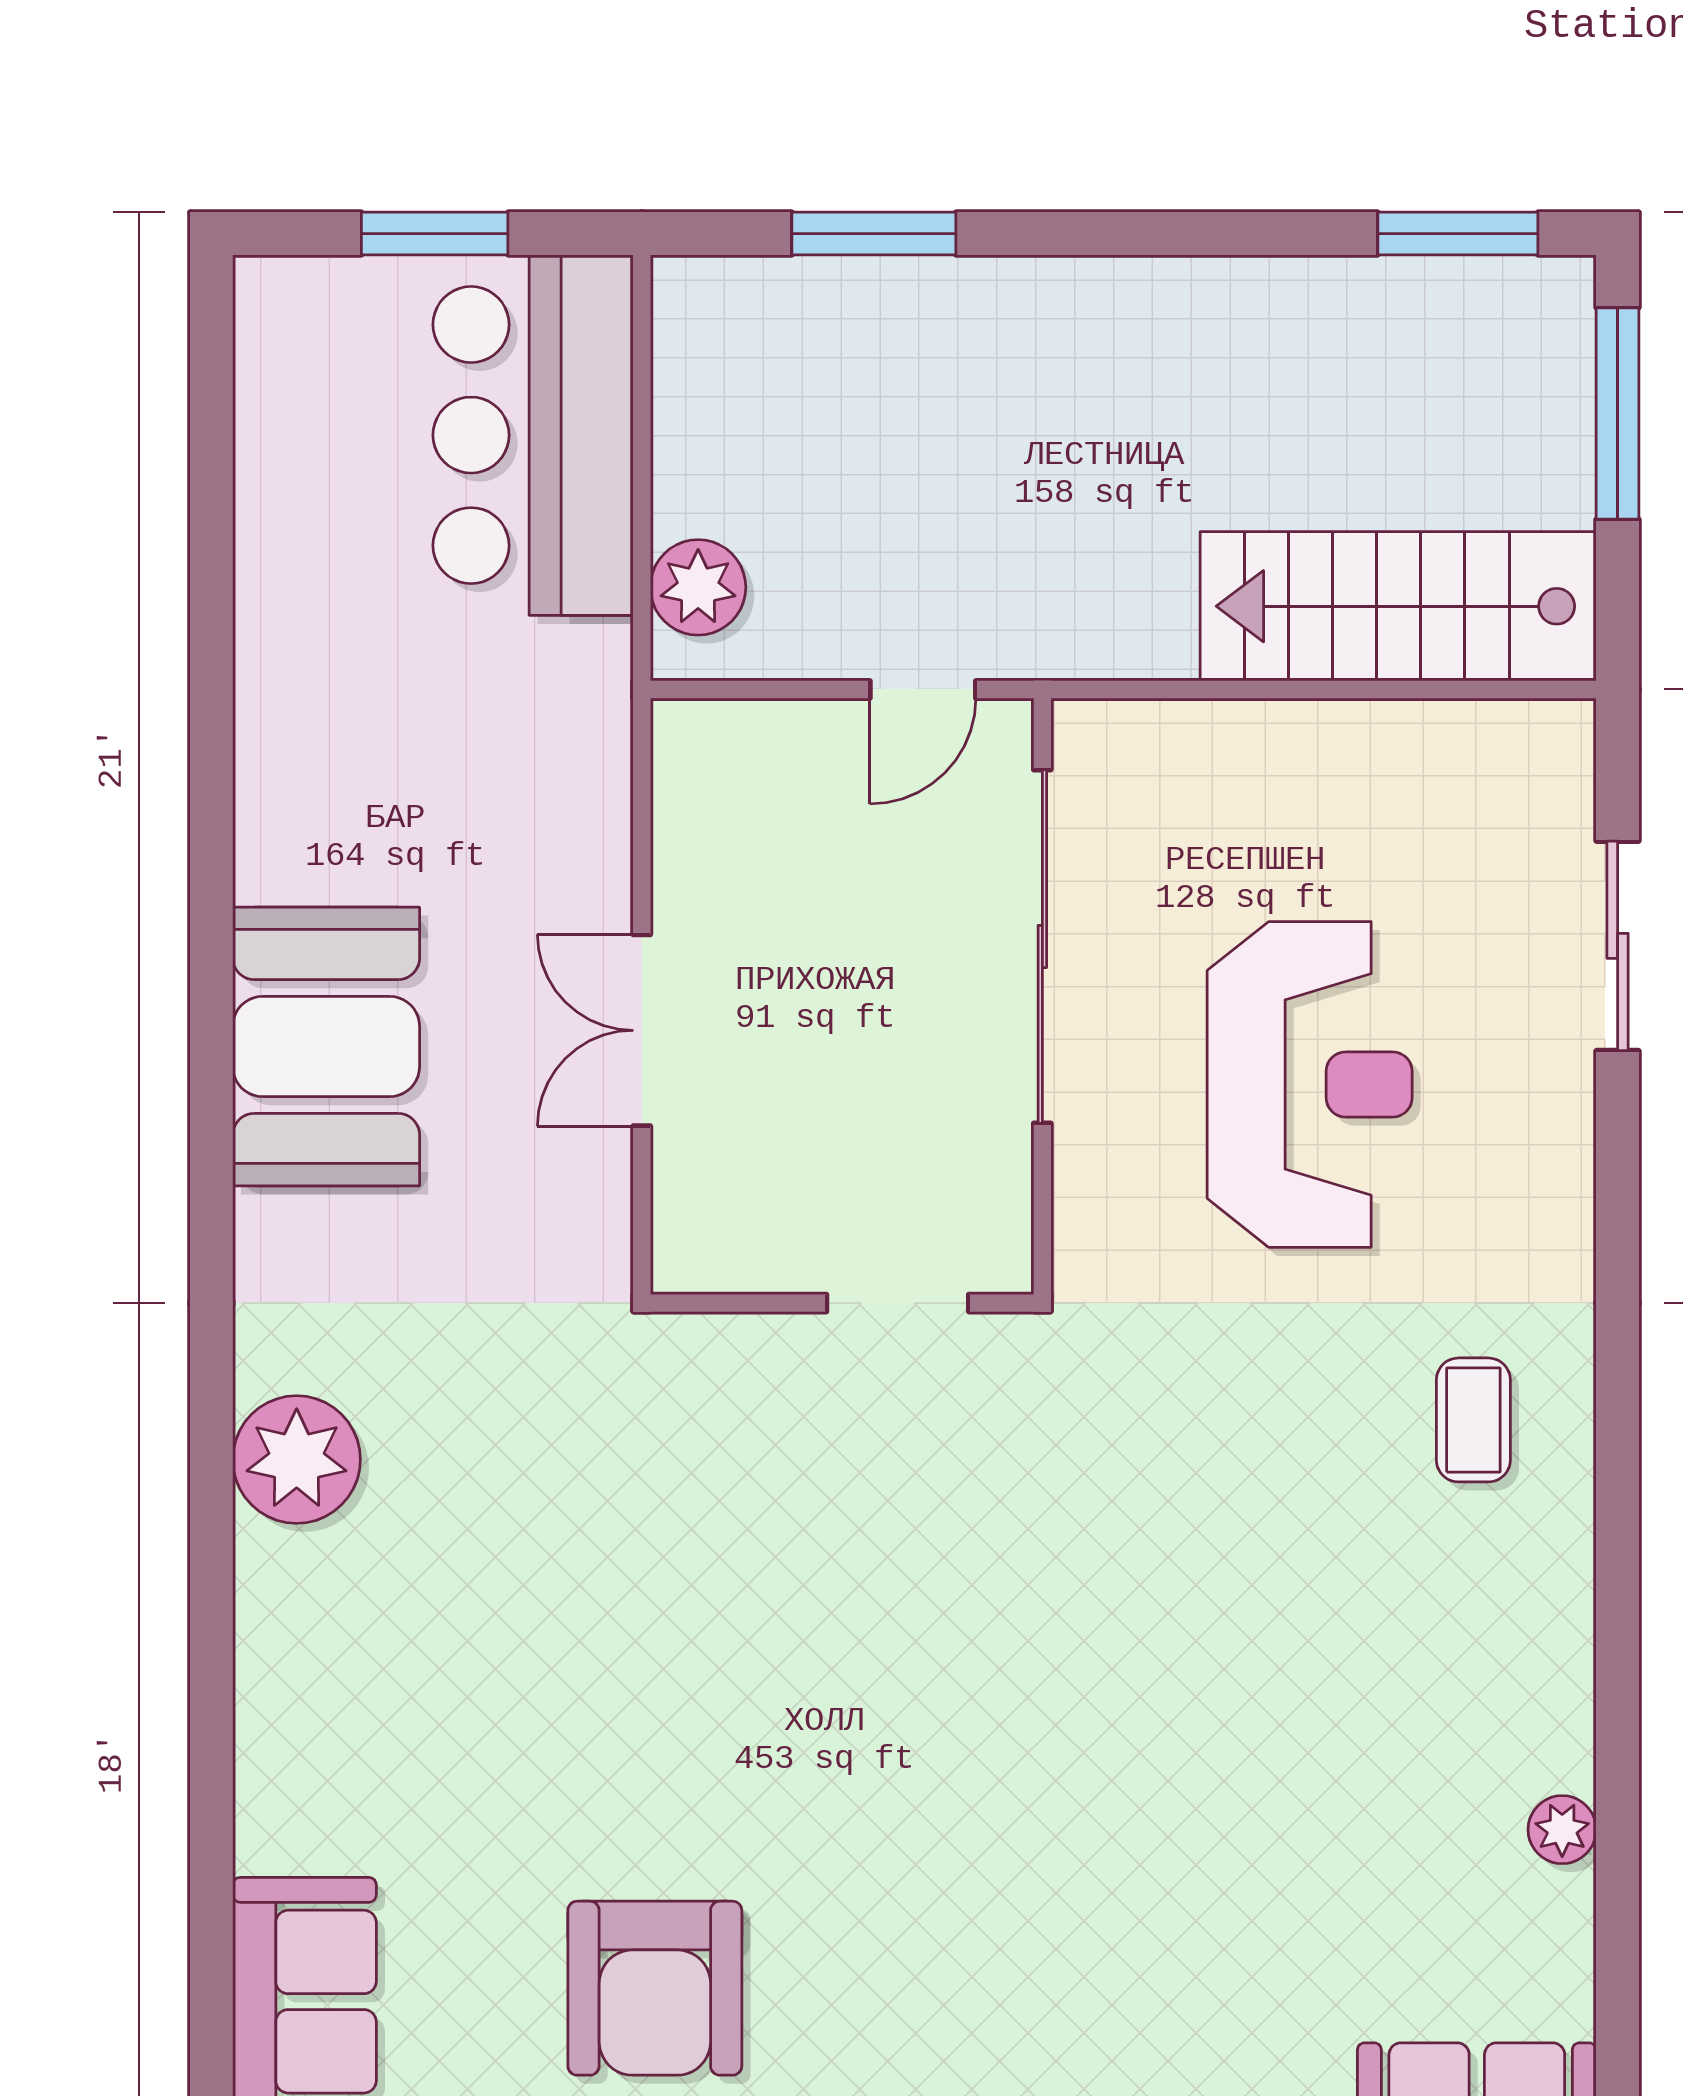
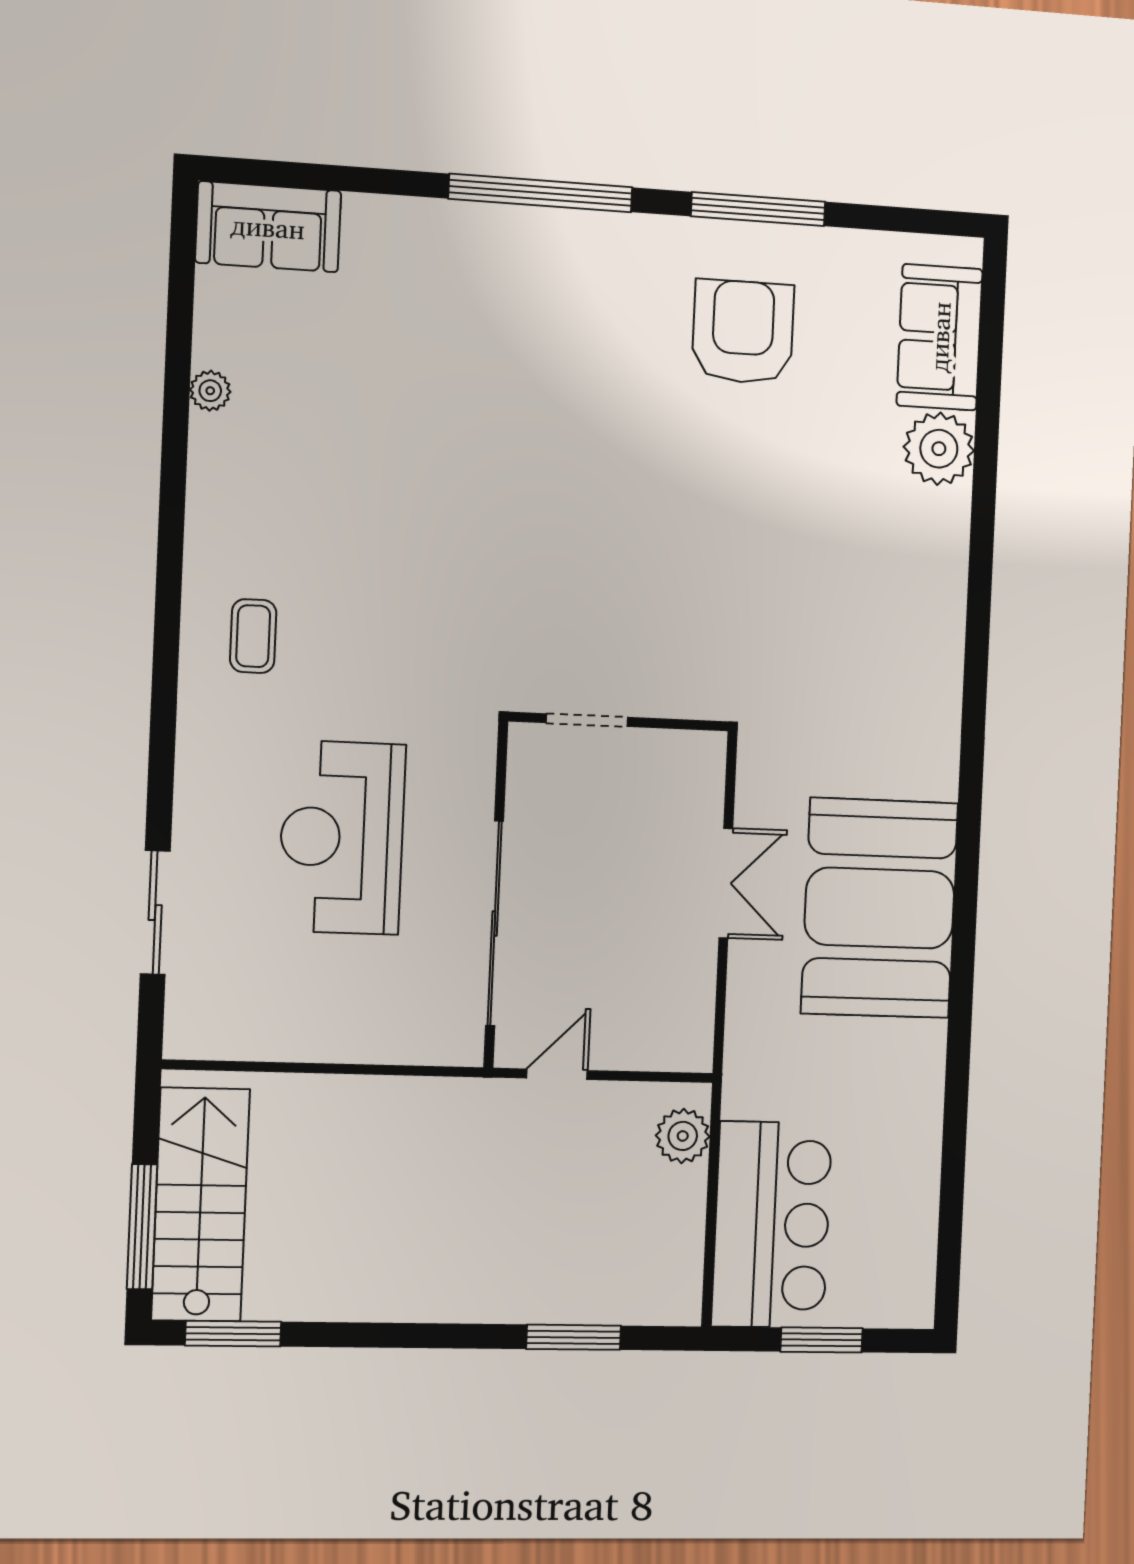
stairs: (1398, 606) -> (201, 1205), moved, turned -90
booth: (326, 1046) -> (880, 908), width x1.36, depth x1.42
plant: (297, 1460) -> (939, 449), moved

